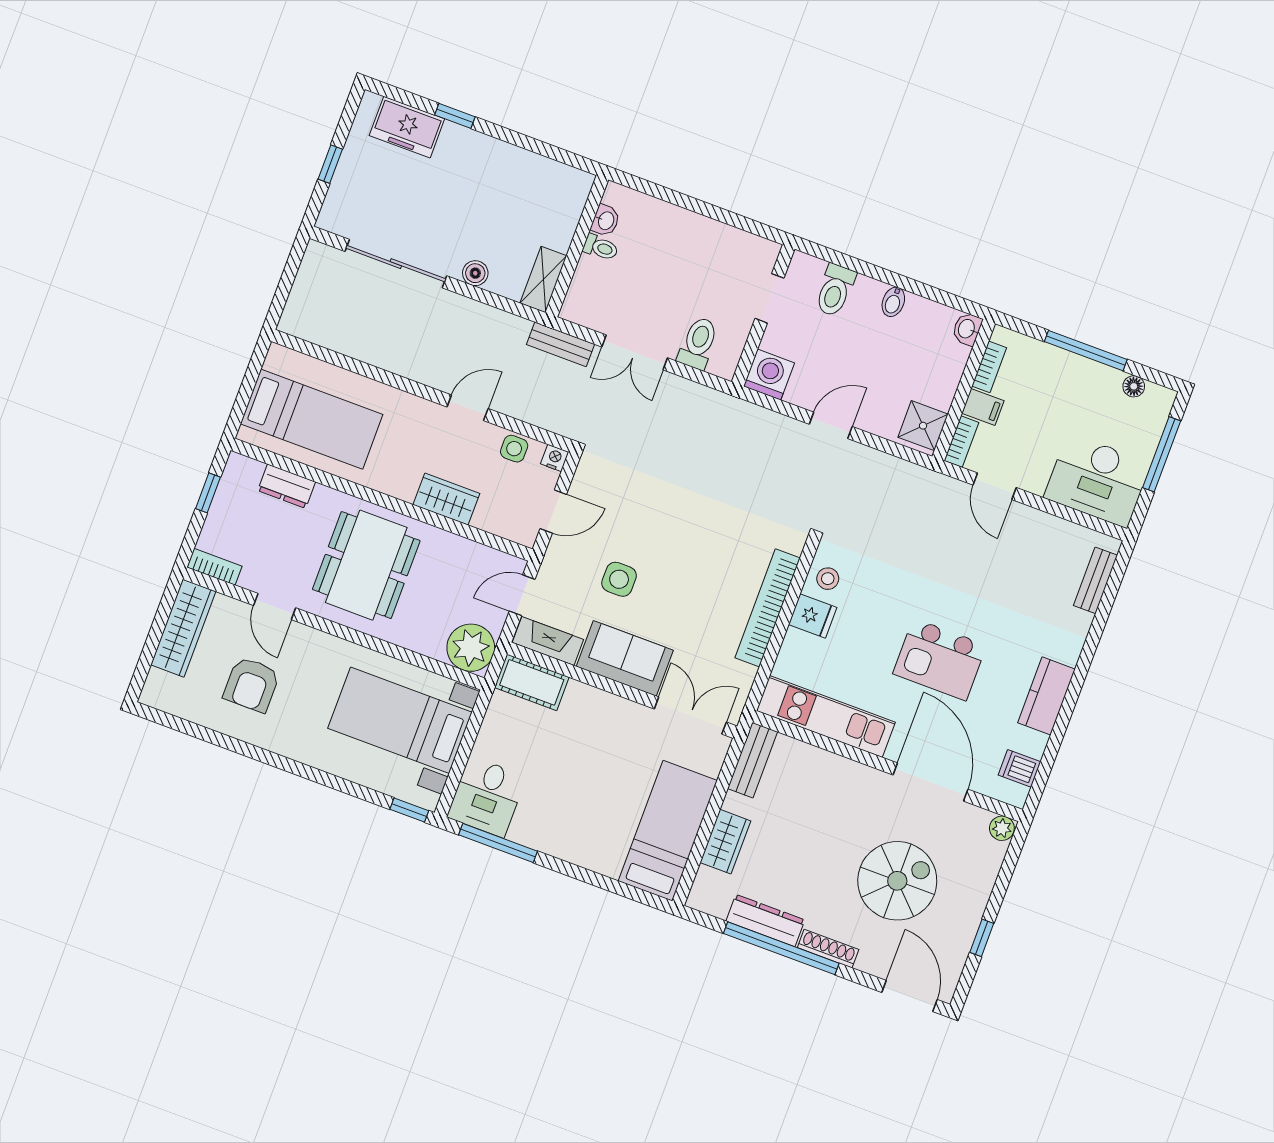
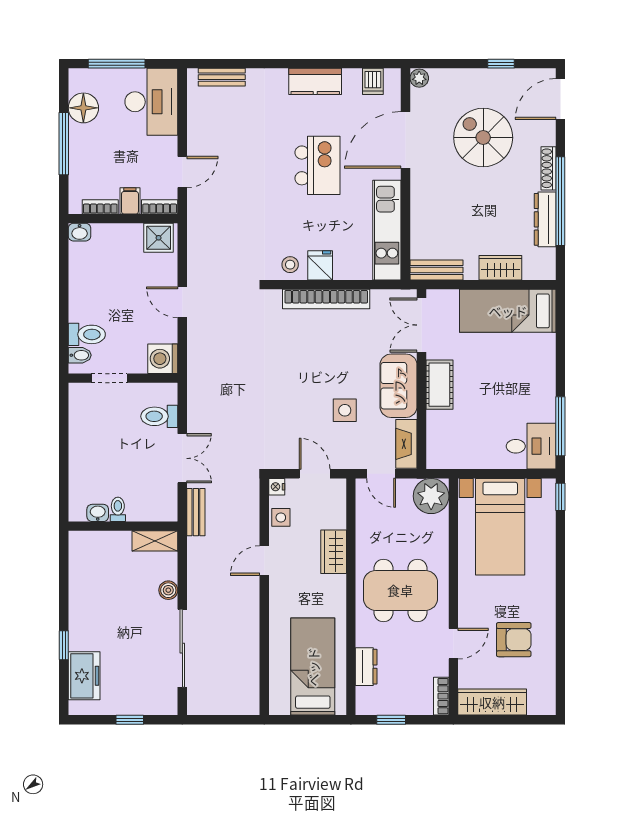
bidet: (893, 302) -> (80, 355), moved
floor lamp: (1134, 386) -> (83, 108), width x1.89, depth x1.89
door: (468, 408) -> (264, 561), hinge flipped
cot: (532, 682) -> (439, 385), moved

